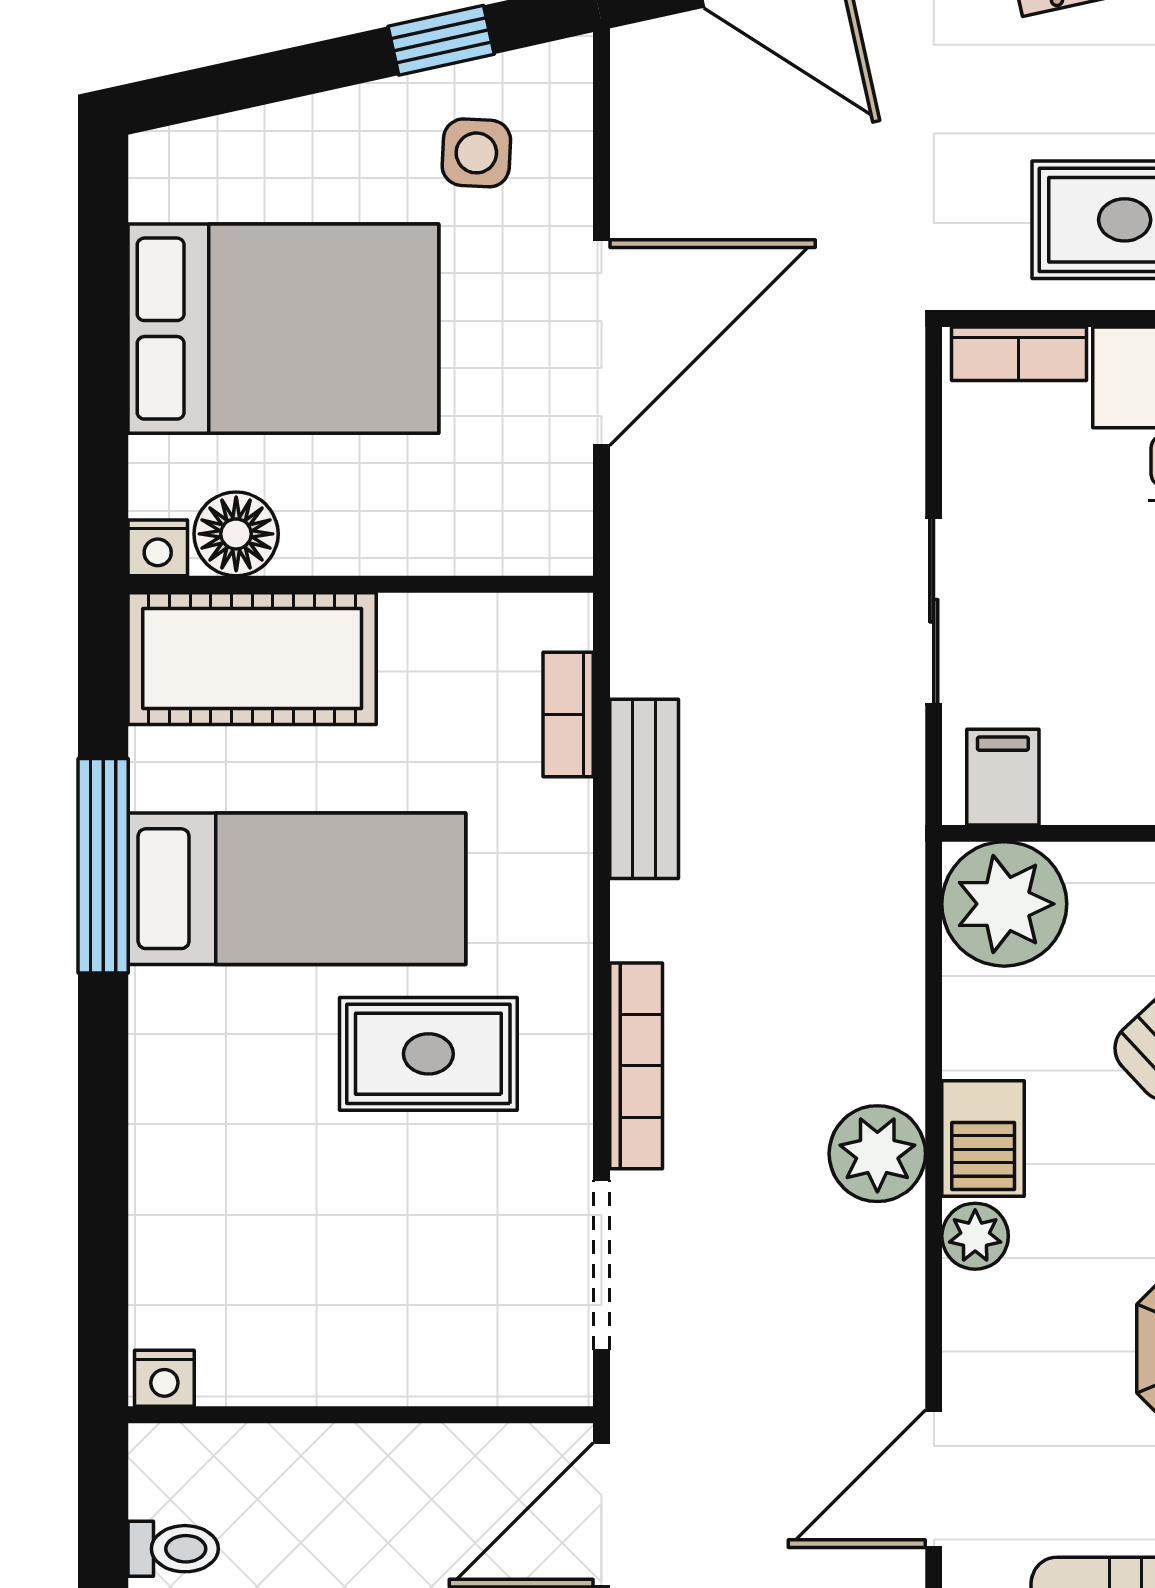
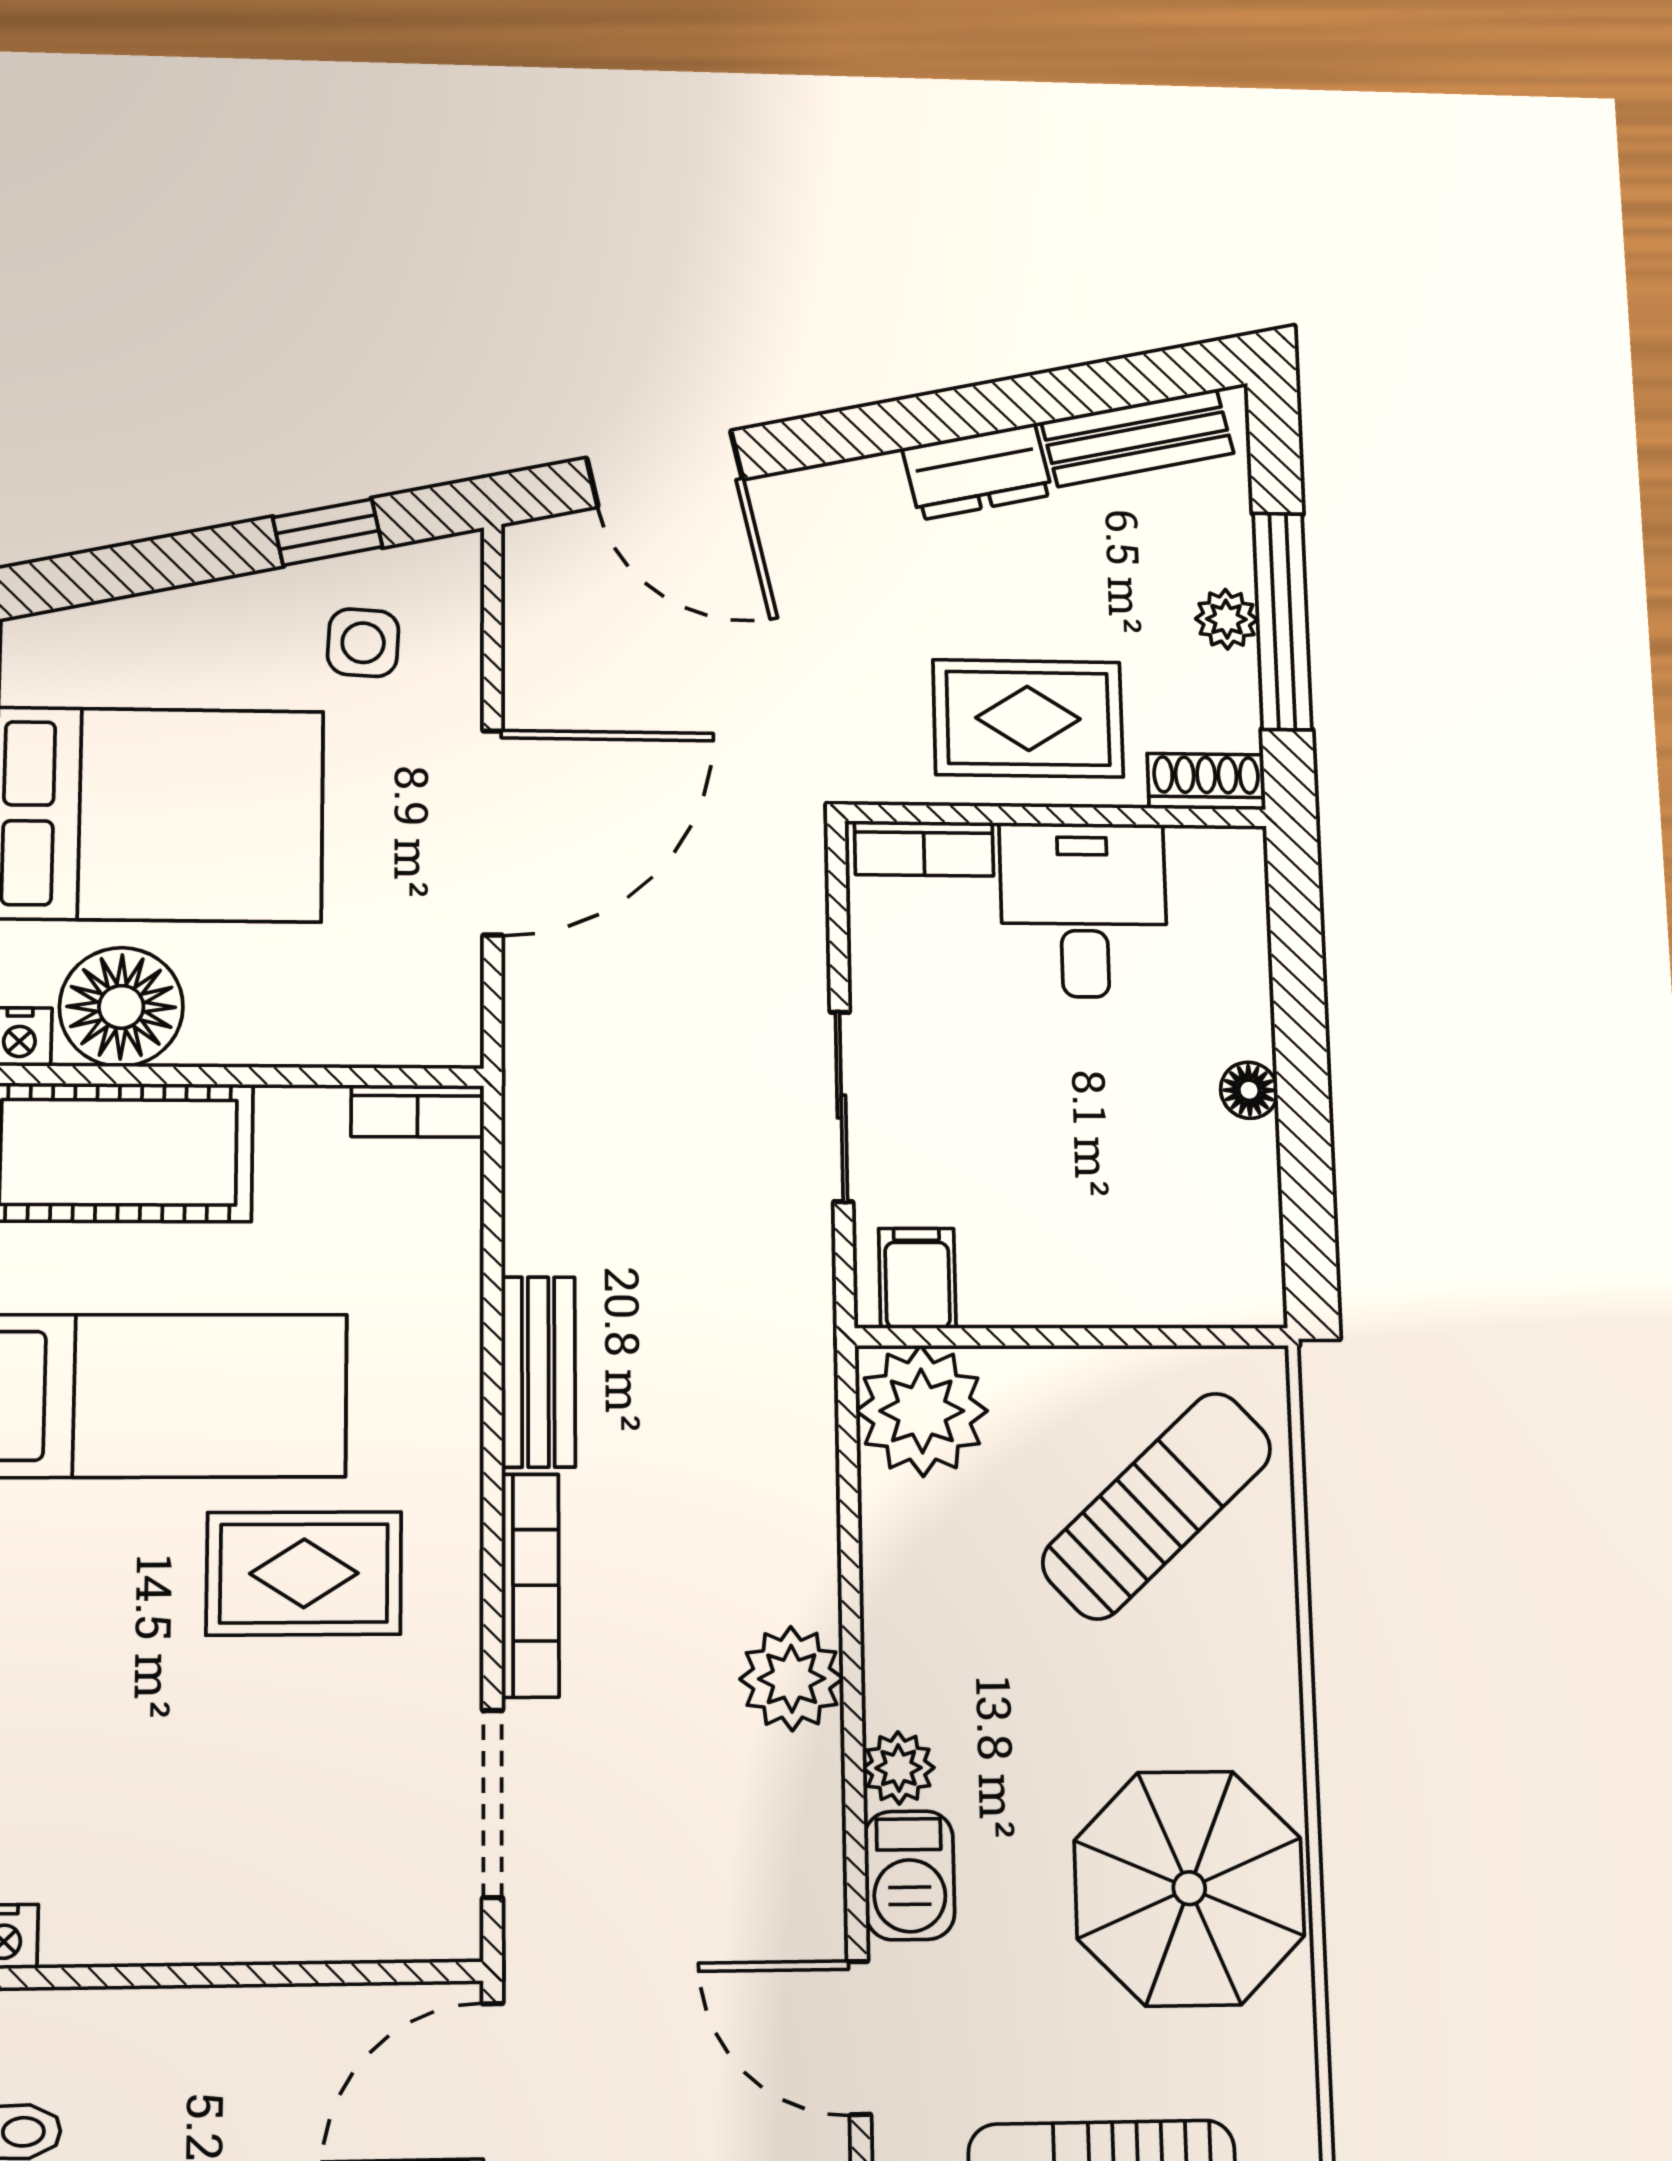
floor lamp: (236, 534) -> (121, 1007), width x1.38, depth x1.38
bookcase: (568, 715) -> (418, 1111), moved, turned -90
bench: (644, 789) -> (538, 1372), moved
barbecue: (983, 1139) -> (909, 1875), moved
door: (934, 1479) -> (859, 2038), hinge flipped

